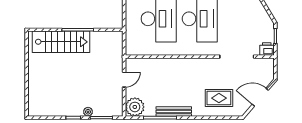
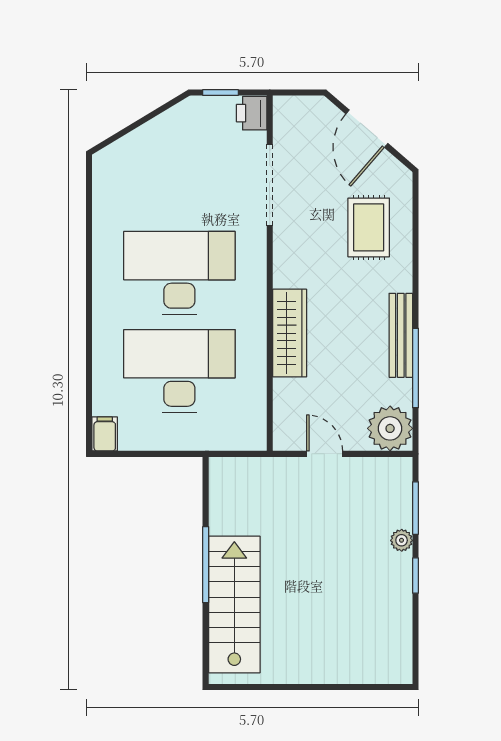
wardrobe: (175, 65) -> (290, 333), added

